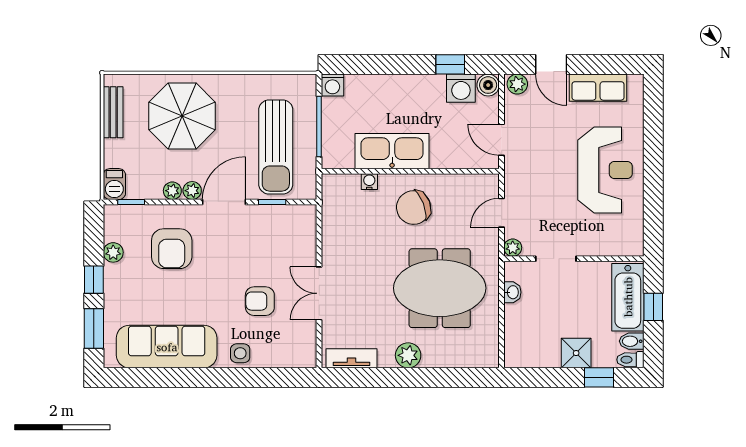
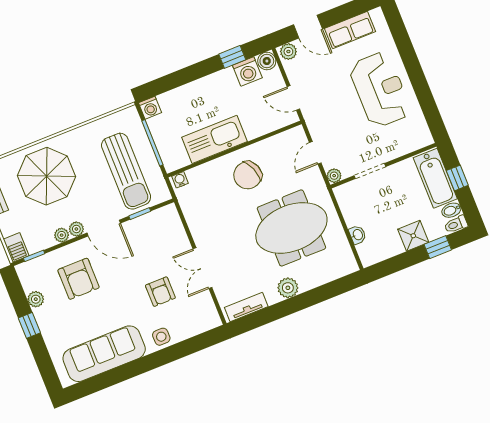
water cooler: (369, 182) -> (180, 180), moved
door: (224, 202) -> (104, 228), swing flipped
washbasin: (512, 292) -> (357, 235), moved
armchair: (260, 301) -> (160, 292), turned -90
window: (94, 328) -> (44, 362), removed

